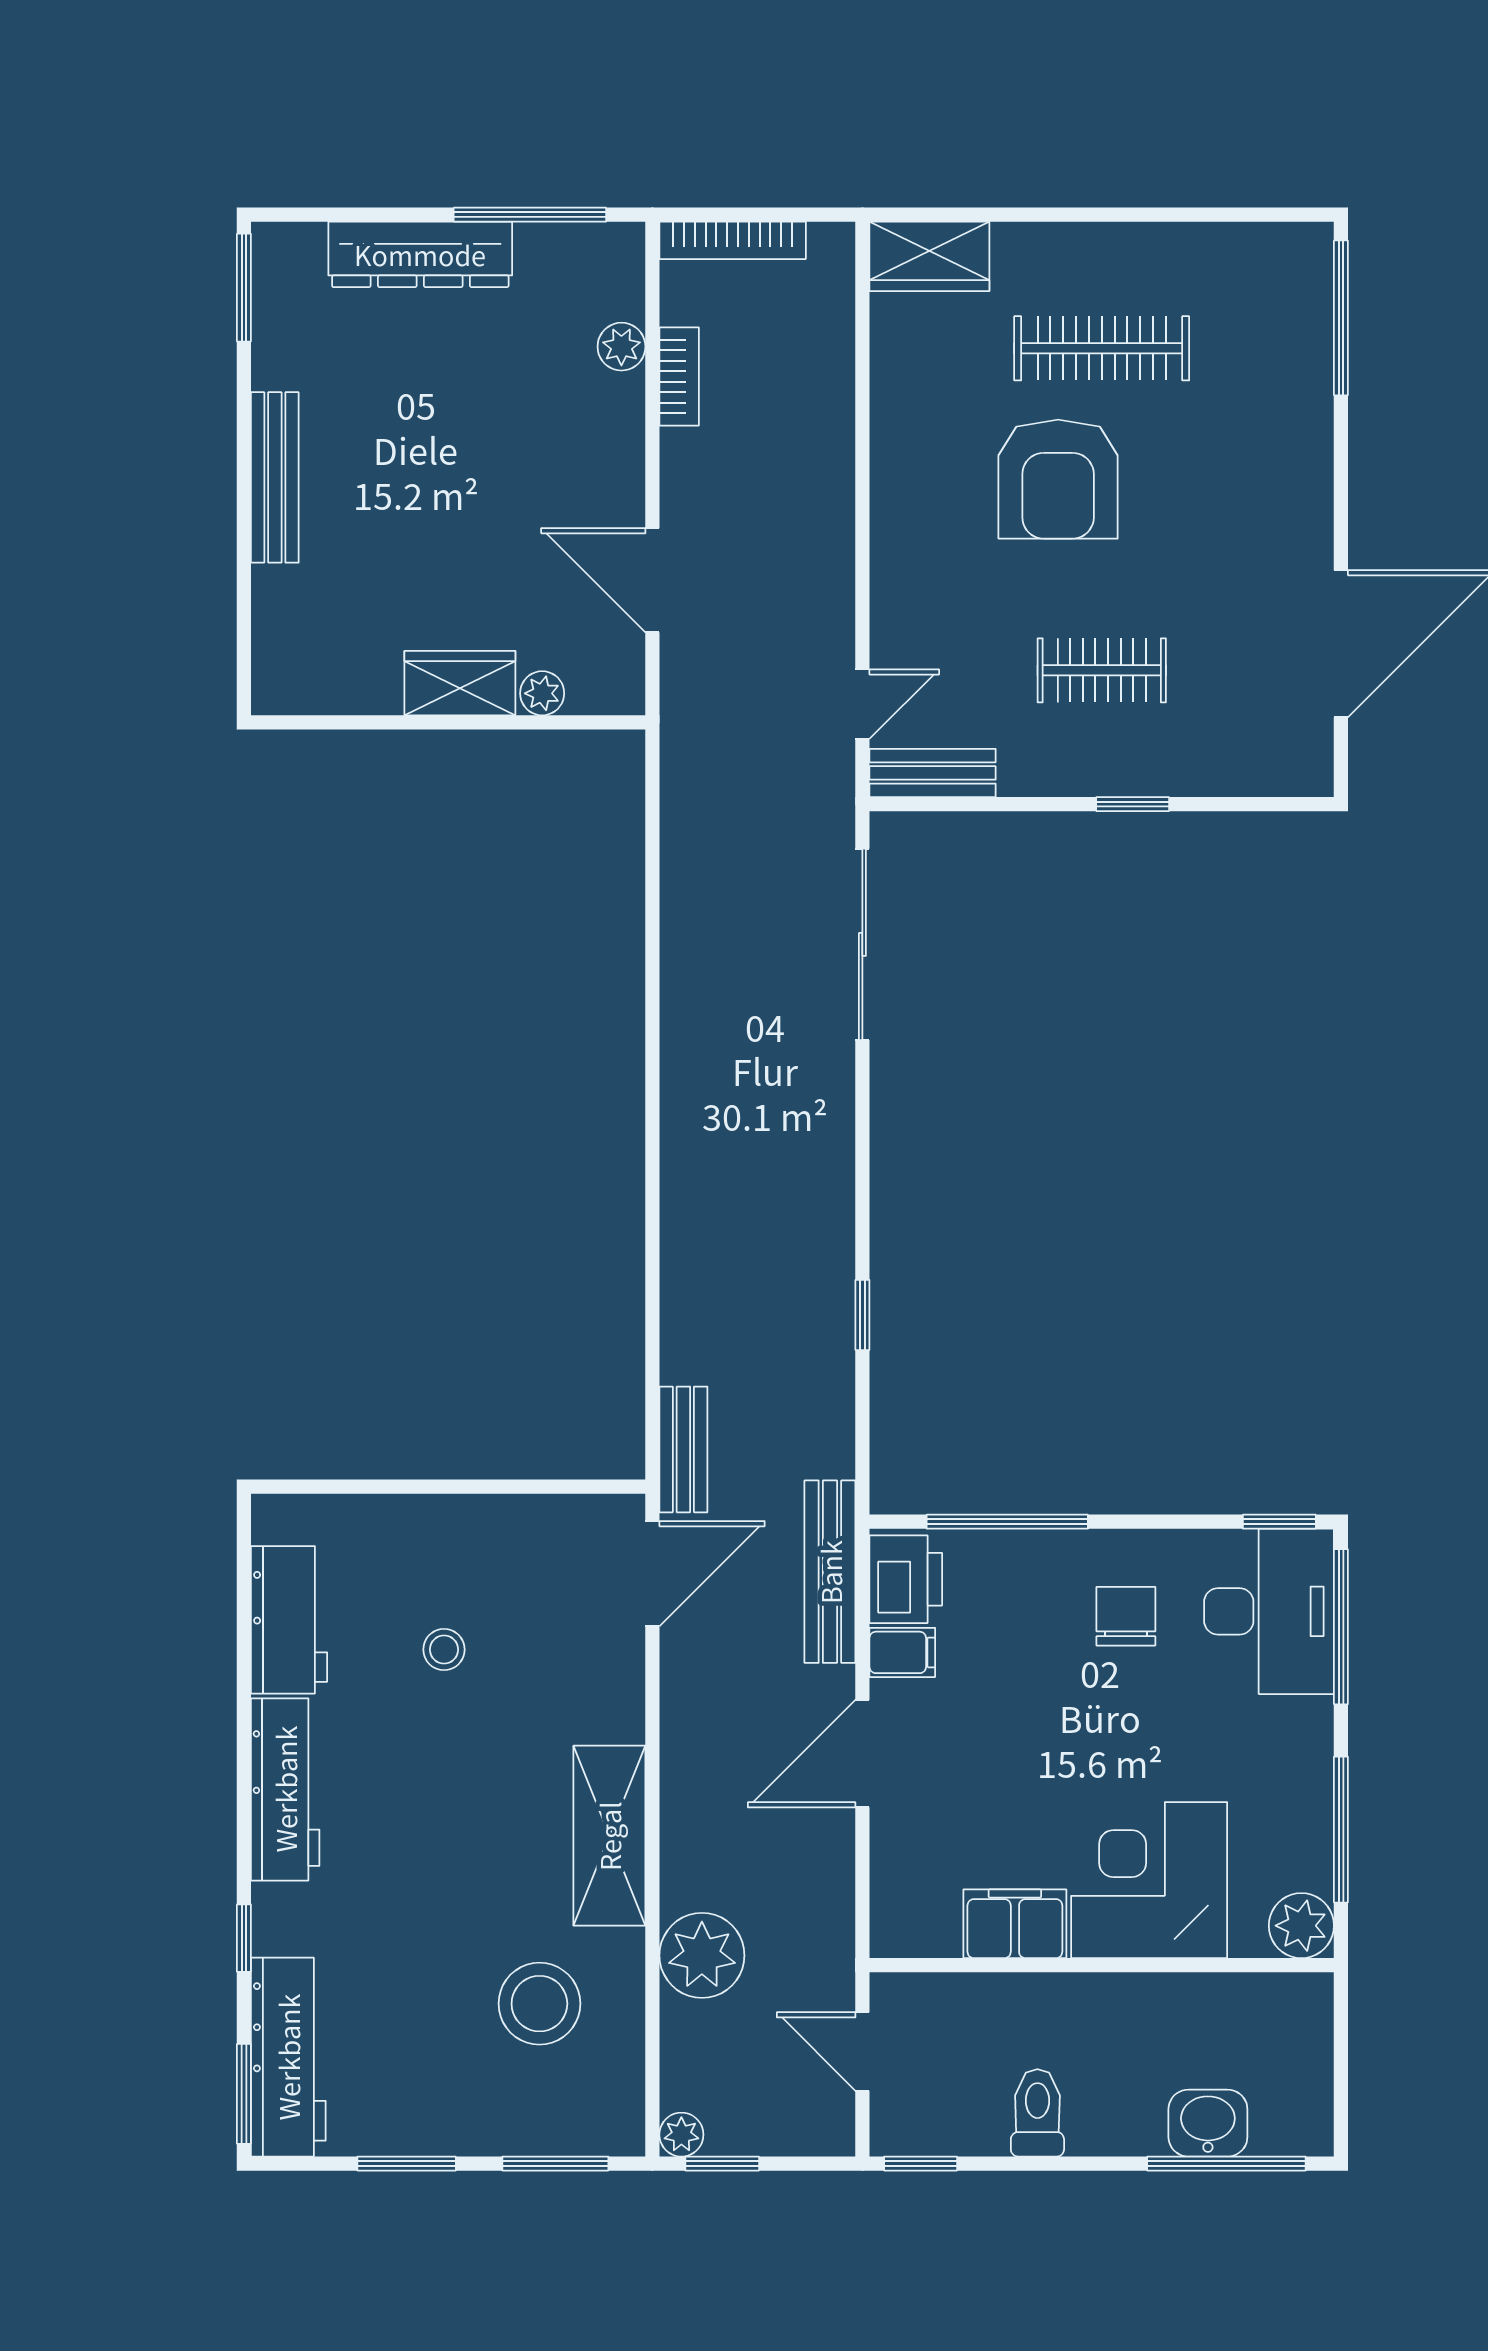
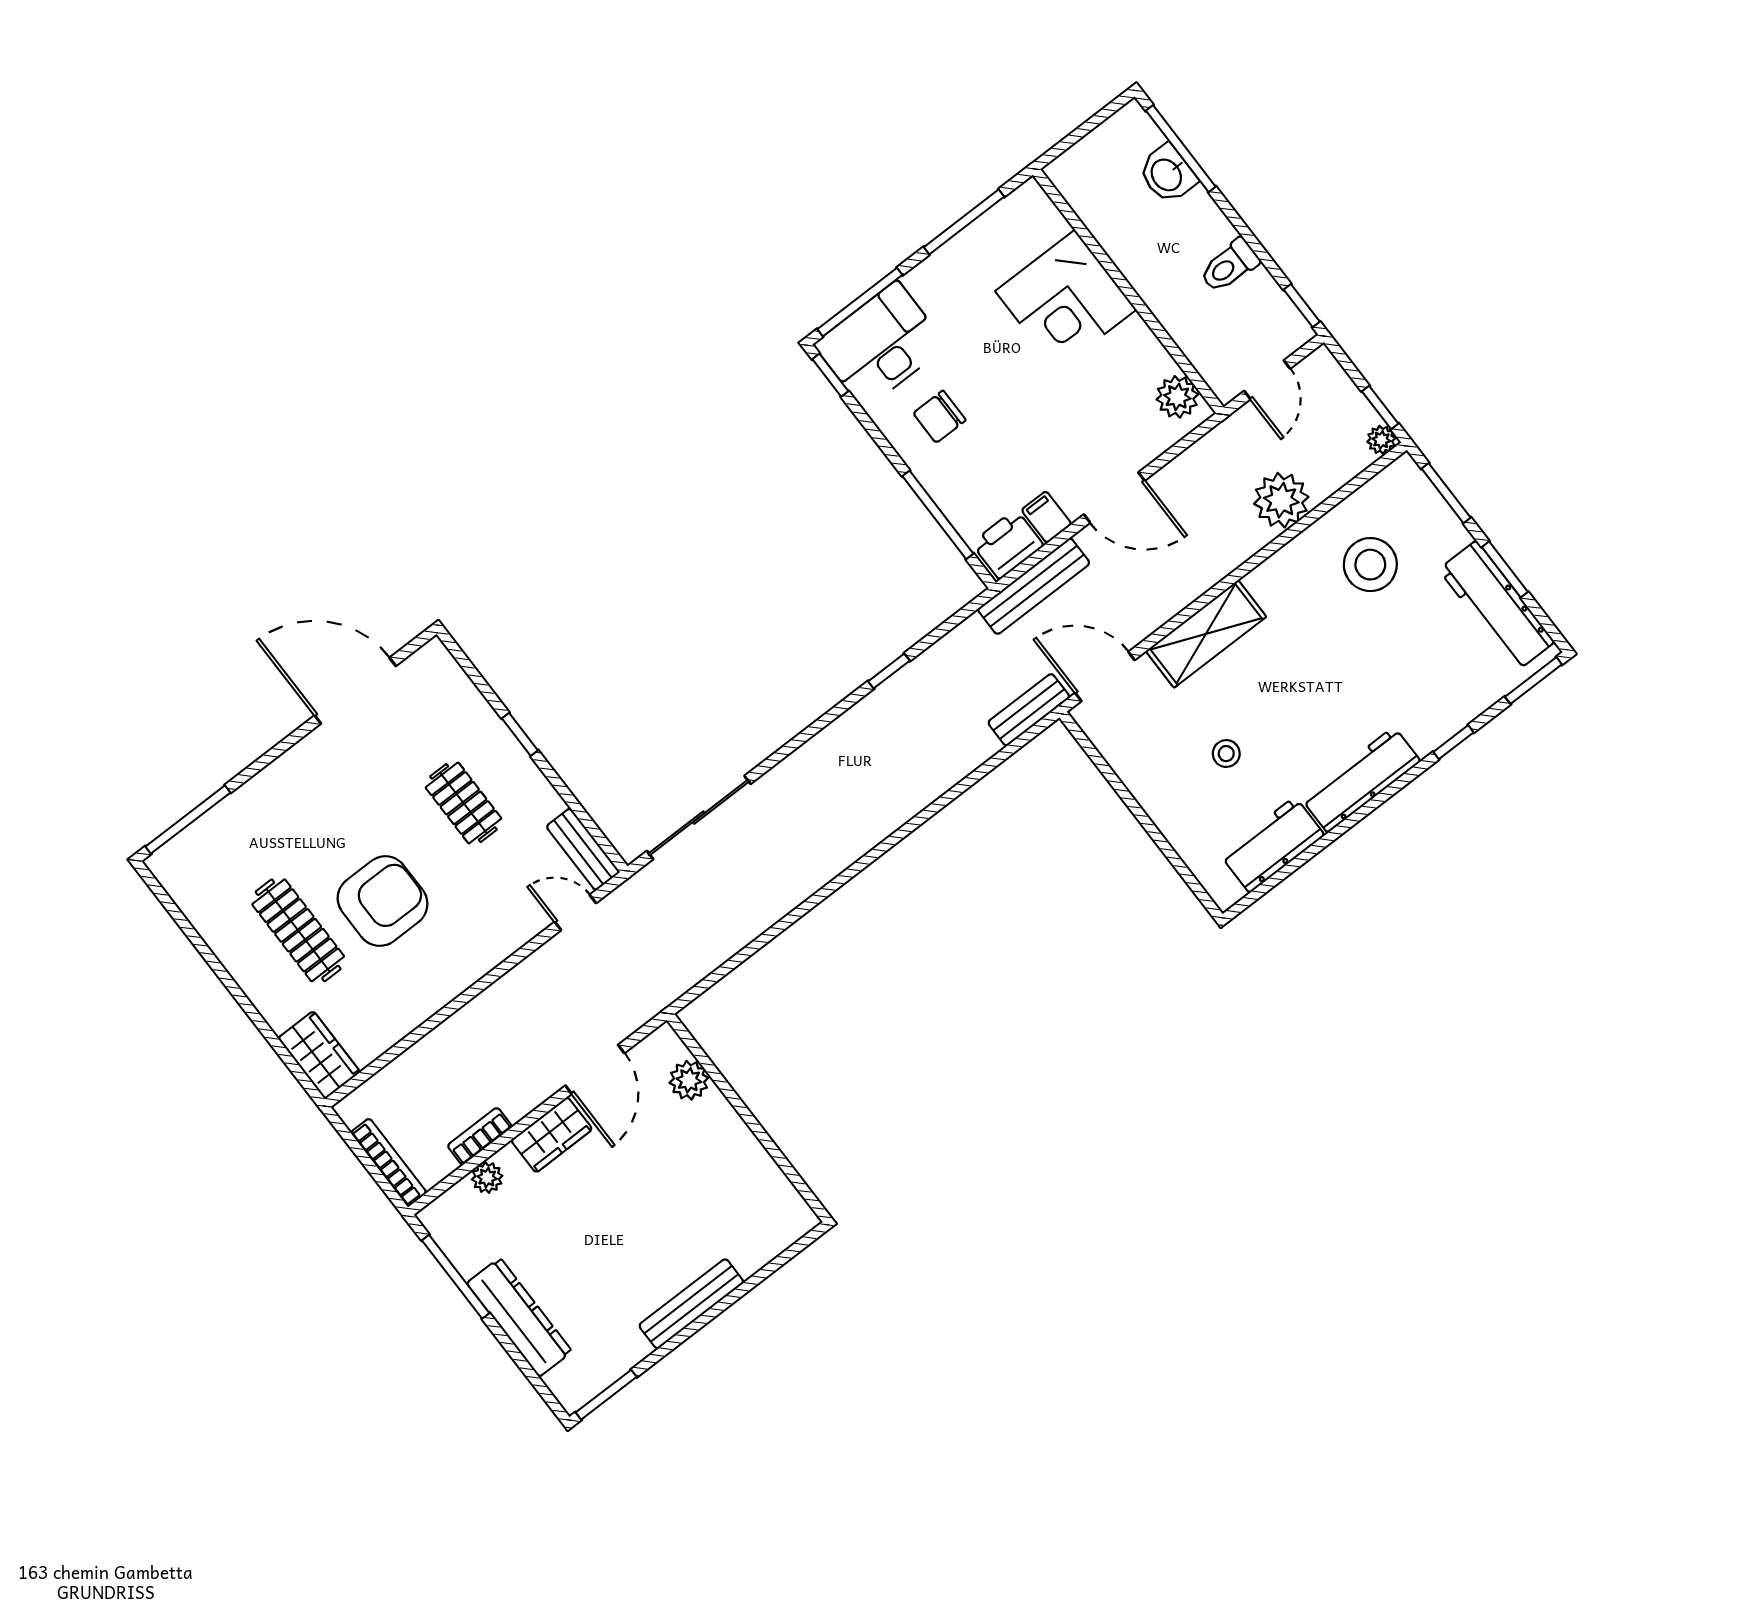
wardrobe: (460, 683) -> (552, 1135), moved, turned -90
plant: (542, 693) -> (689, 1080), width x1.38, depth x1.38
shelving: (609, 1836) -> (1206, 634), moved
filing cabinet: (1015, 1924) -> (1141, 352), removed
plant: (1301, 1926) -> (1177, 397), moved
workbench: (288, 2057) -> (1496, 606), moved, turned -90

